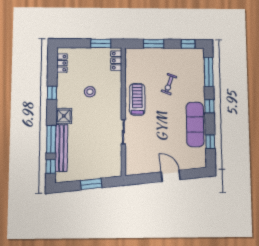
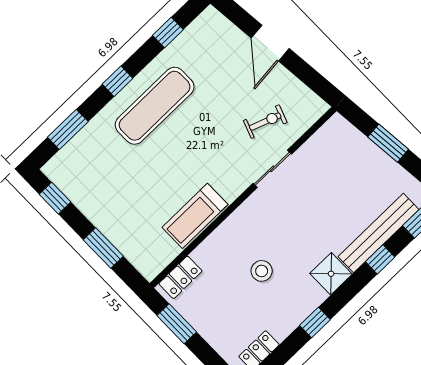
window: (209, 72) -> (68, 129), width x0.69
exercise bike: (169, 84) -> (265, 122), moved
treadmill: (137, 99) -> (195, 216), moved
exercise mat: (195, 124) -> (155, 106), moved
window: (51, 139) -> (380, 259), width x0.46

